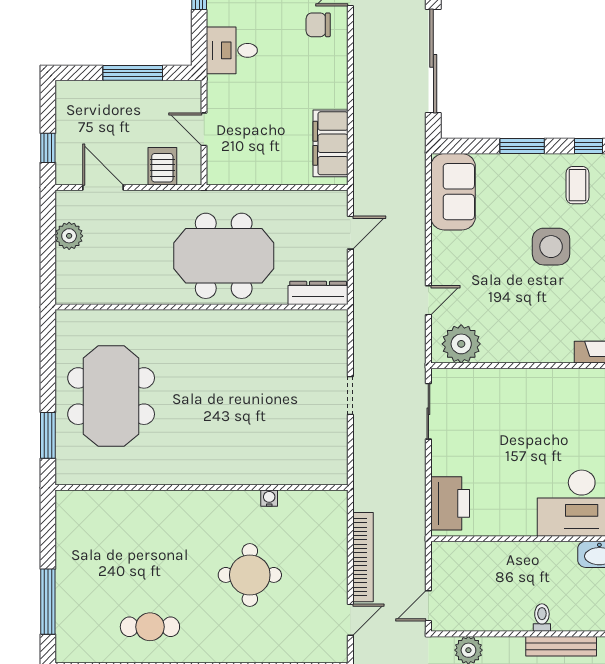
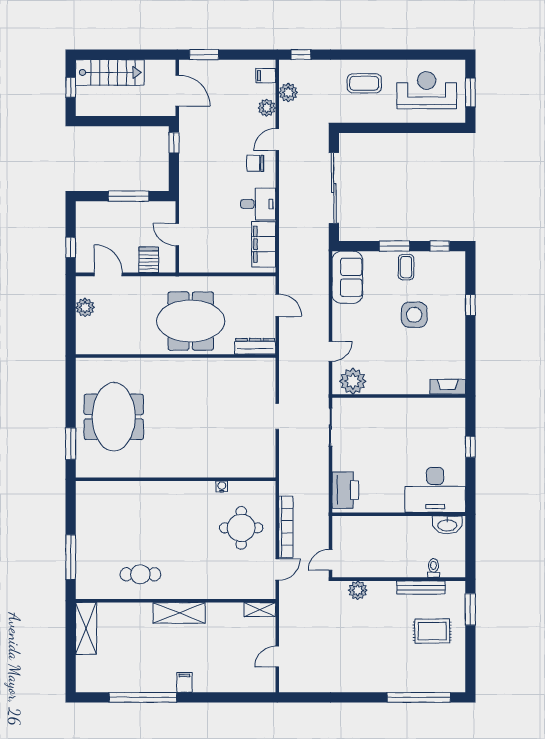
desk: (232, 50) -> (258, 204), moved, turned 180
coffee table: (578, 185) -> (406, 267), moved
door: (350, 233) -> (277, 305), hinge flipped
round table: (250, 575) -> (241, 528), moved
toilet: (542, 618) -> (433, 568), moved

